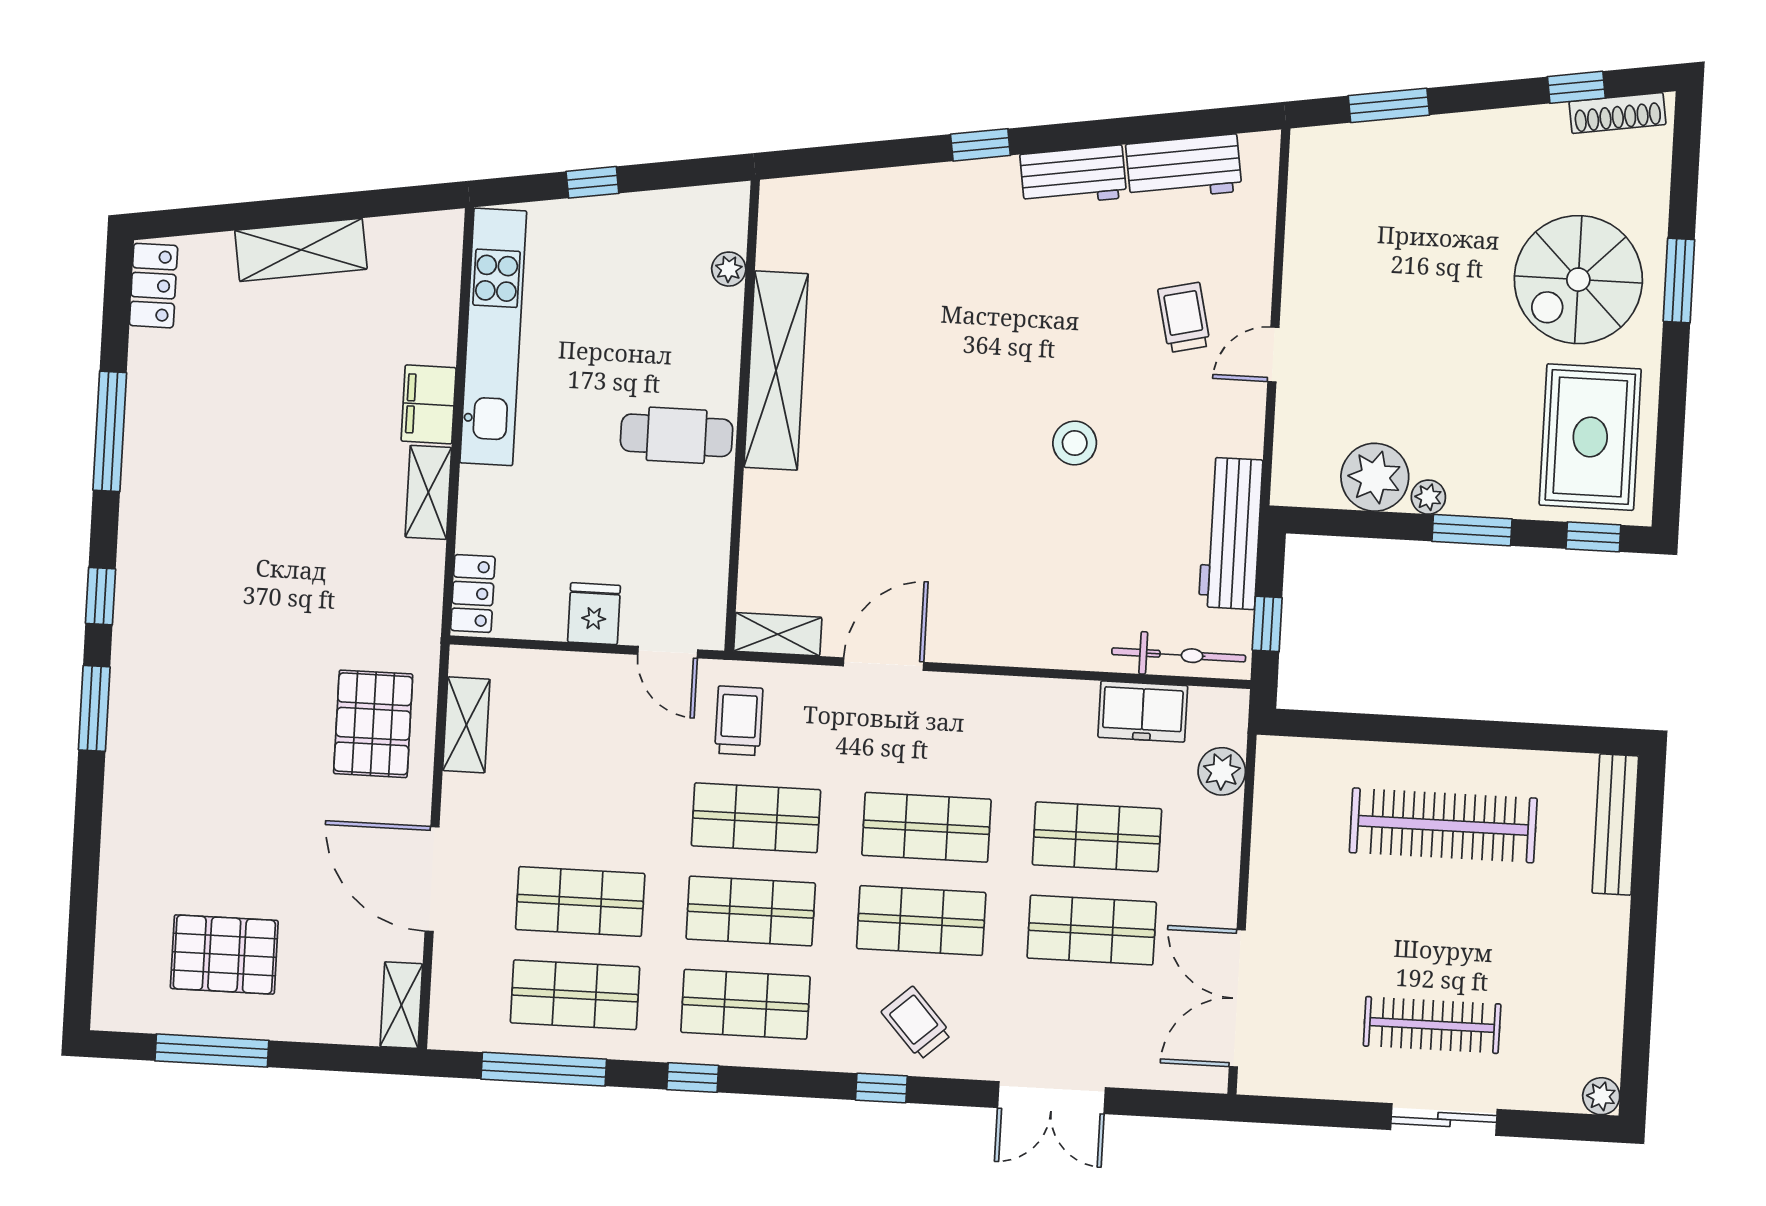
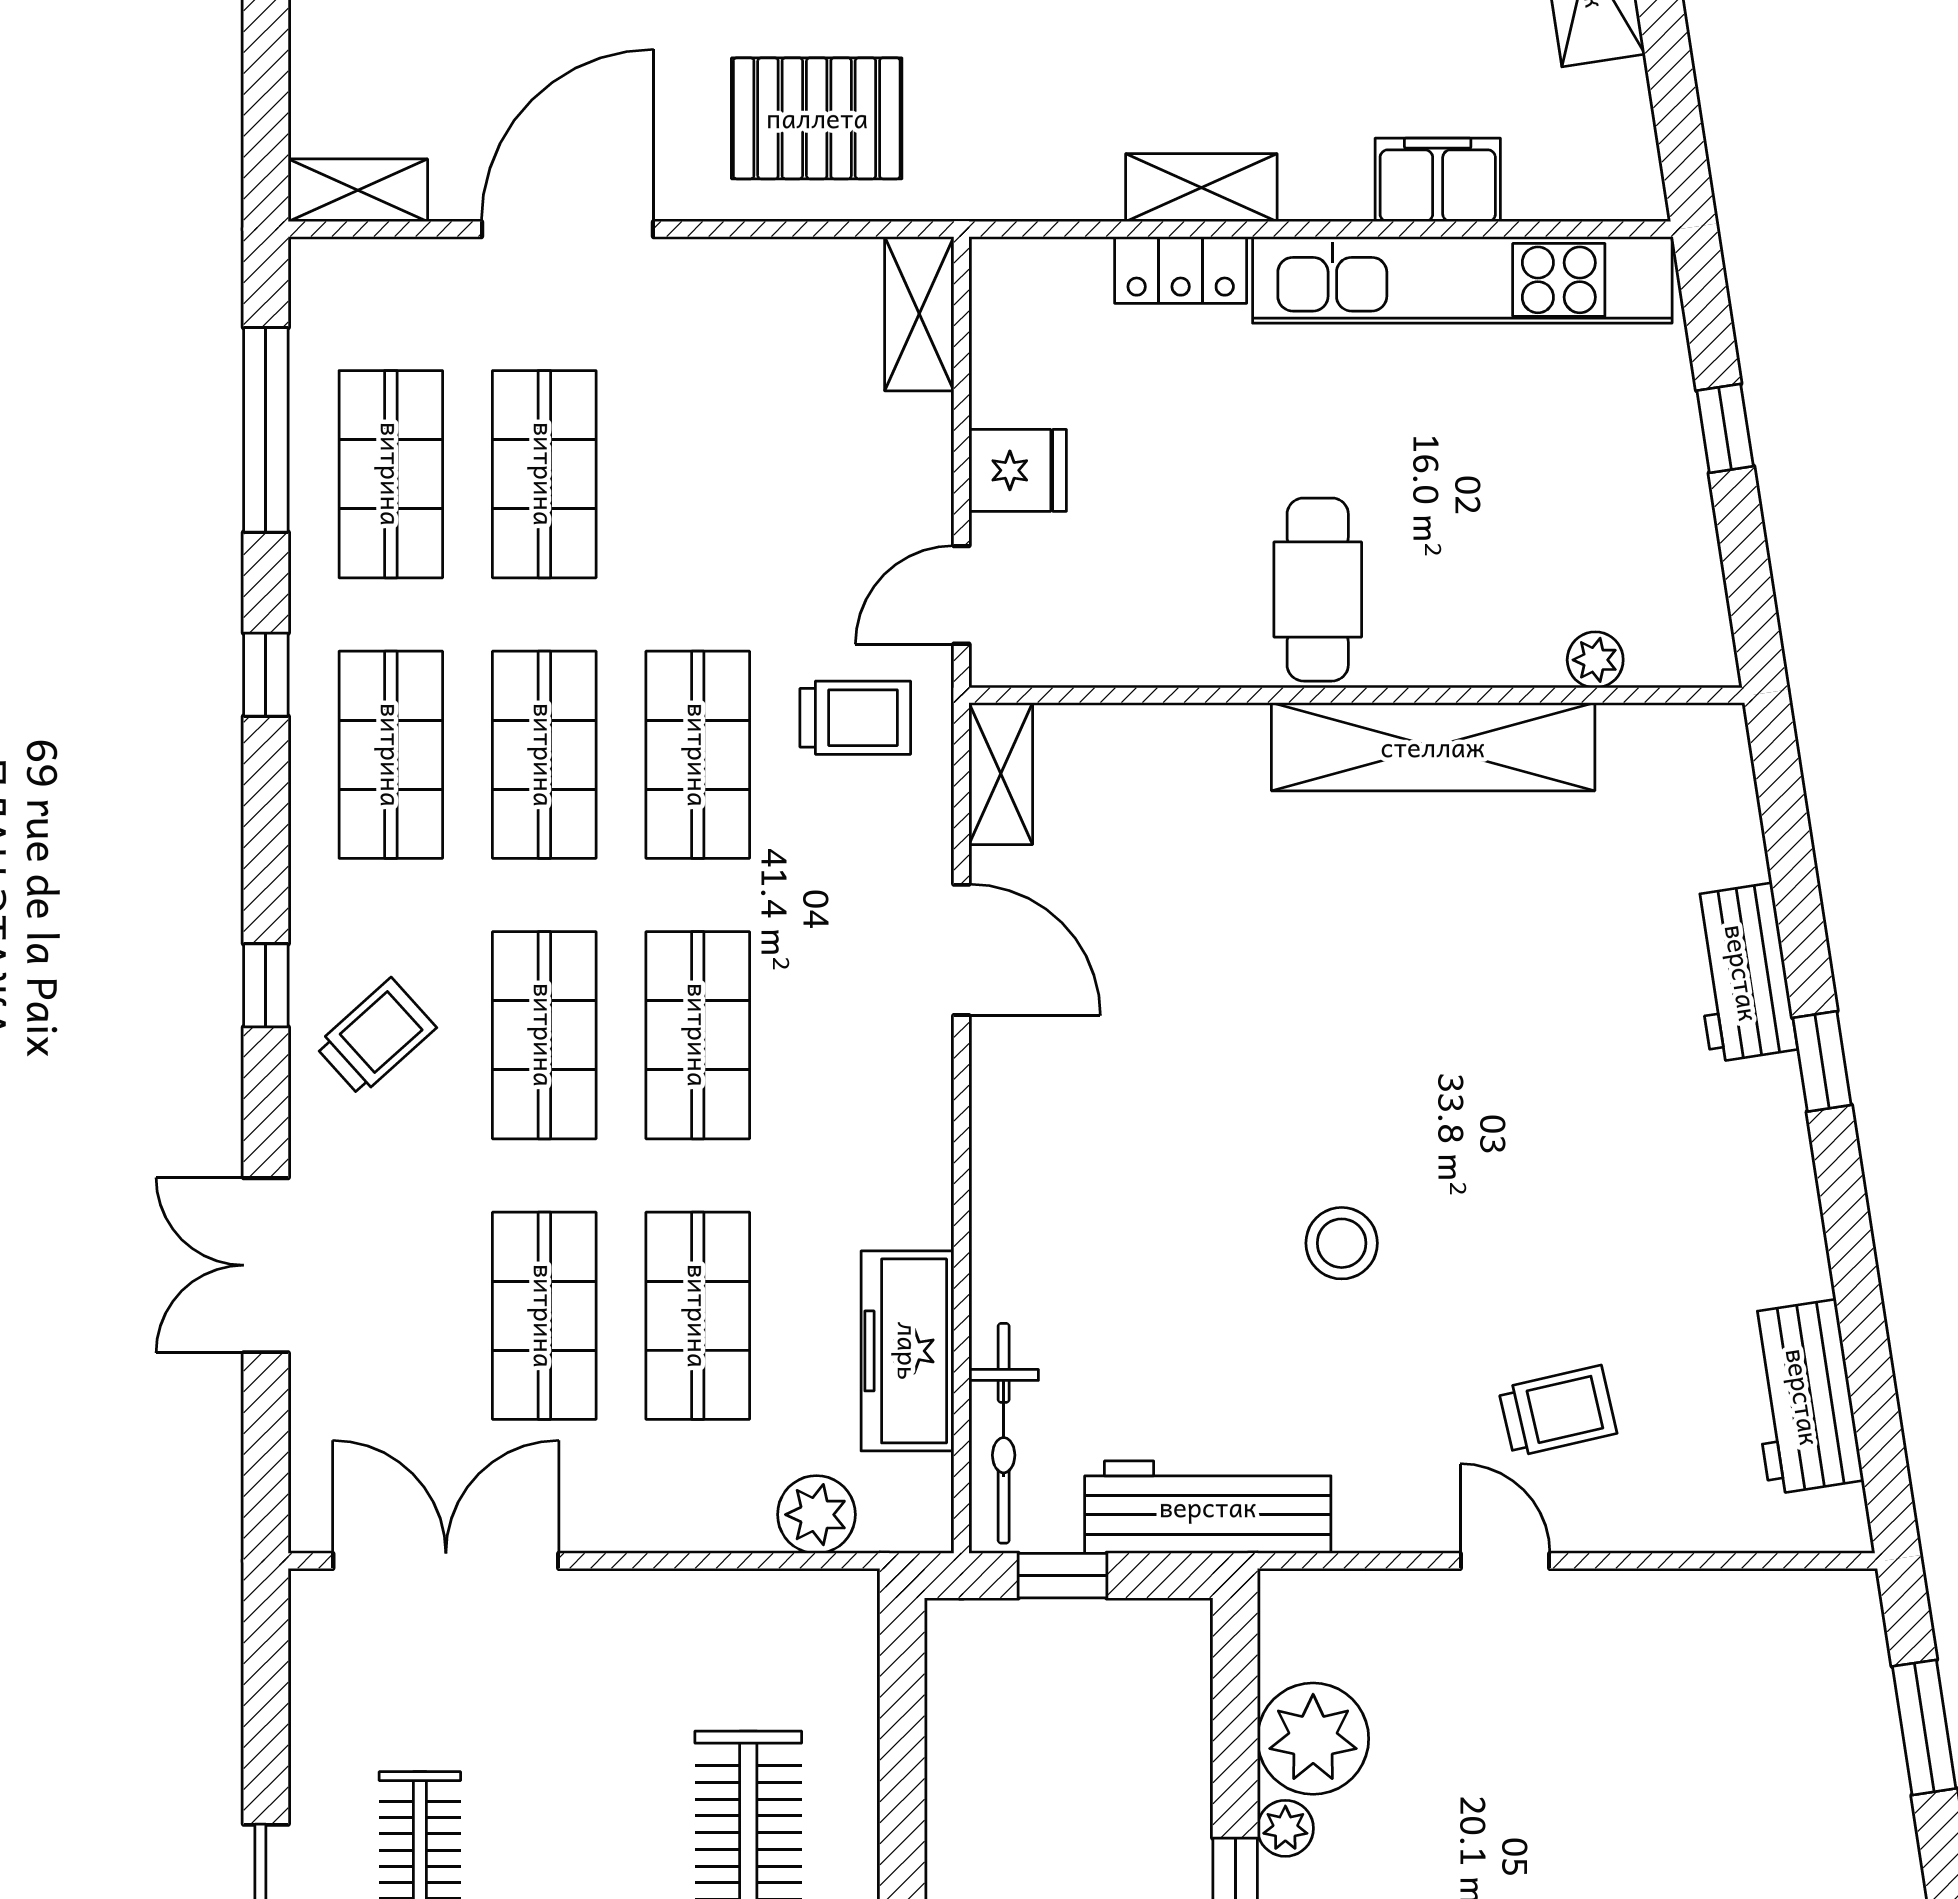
workbench: (1073, 176) -> (1742, 973), moved
filing cabinet: (429, 404) -> (1438, 180), moved
locker: (473, 593) -> (1181, 270), moved
freezer: (1143, 711) -> (908, 1351), width x1.40
shelving: (466, 725) -> (919, 314), moved, turned 90

